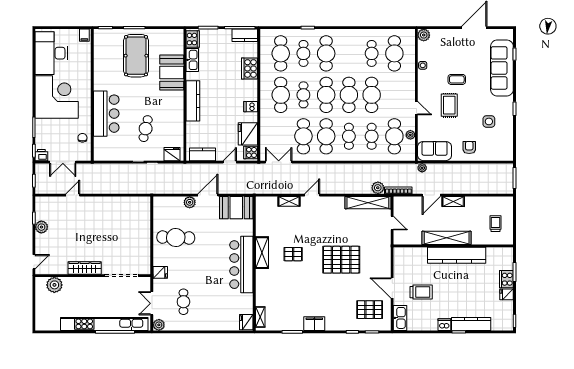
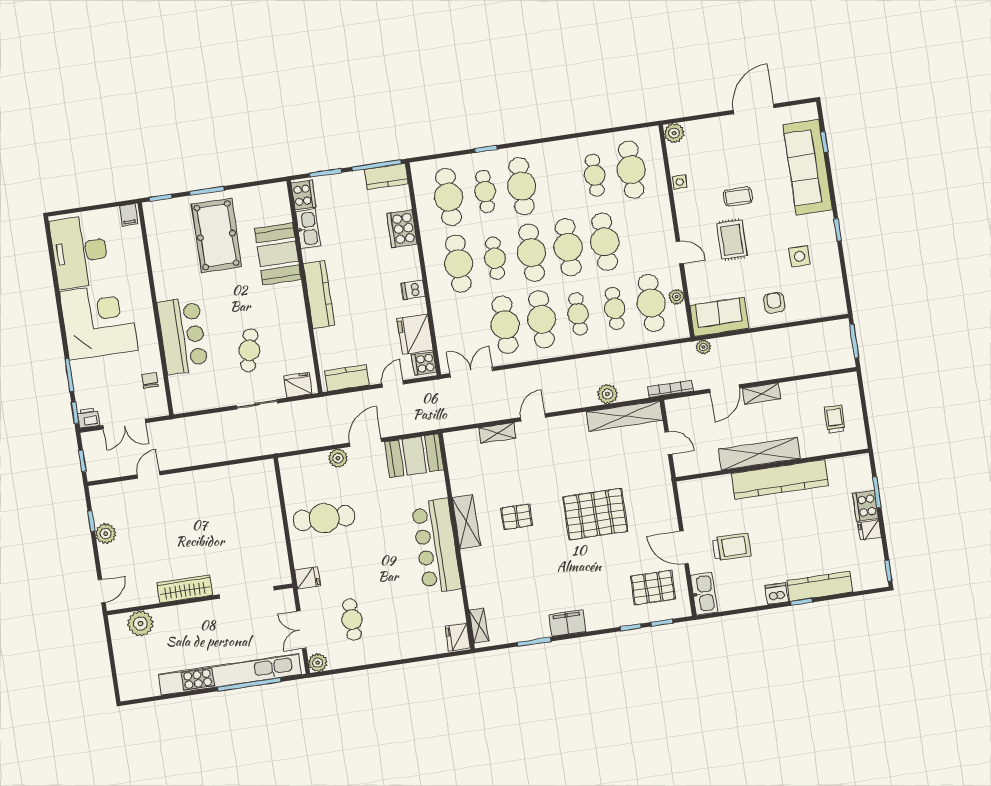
plant: (378, 188) -> (607, 394), moved

